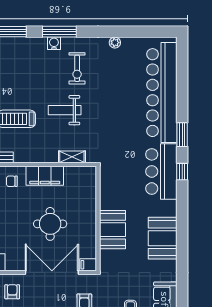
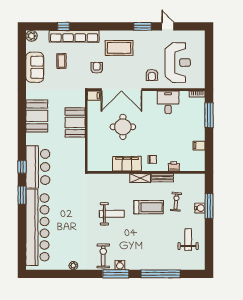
exercise bike: (77, 68) -> (103, 256), moved
shelving: (72, 157) -> (140, 178), moved

